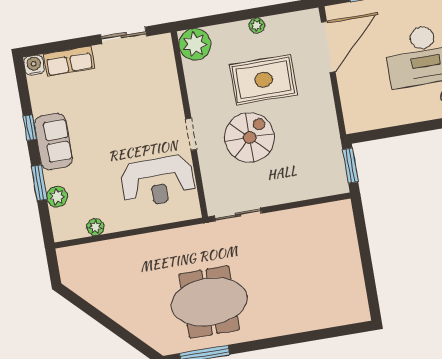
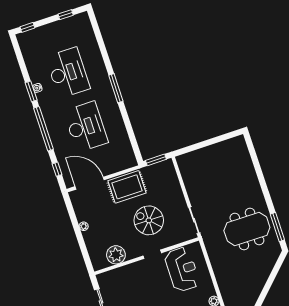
plant: (195, 44) -> (116, 255), moved
rug: (264, 80) -> (127, 187), moved, turned 90
meeting table: (209, 302) -> (247, 229), turned 90

